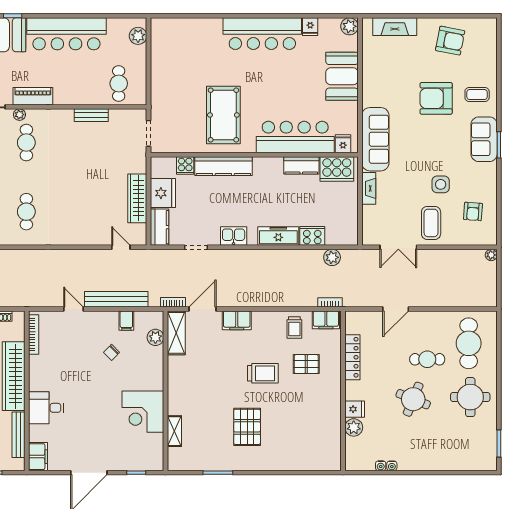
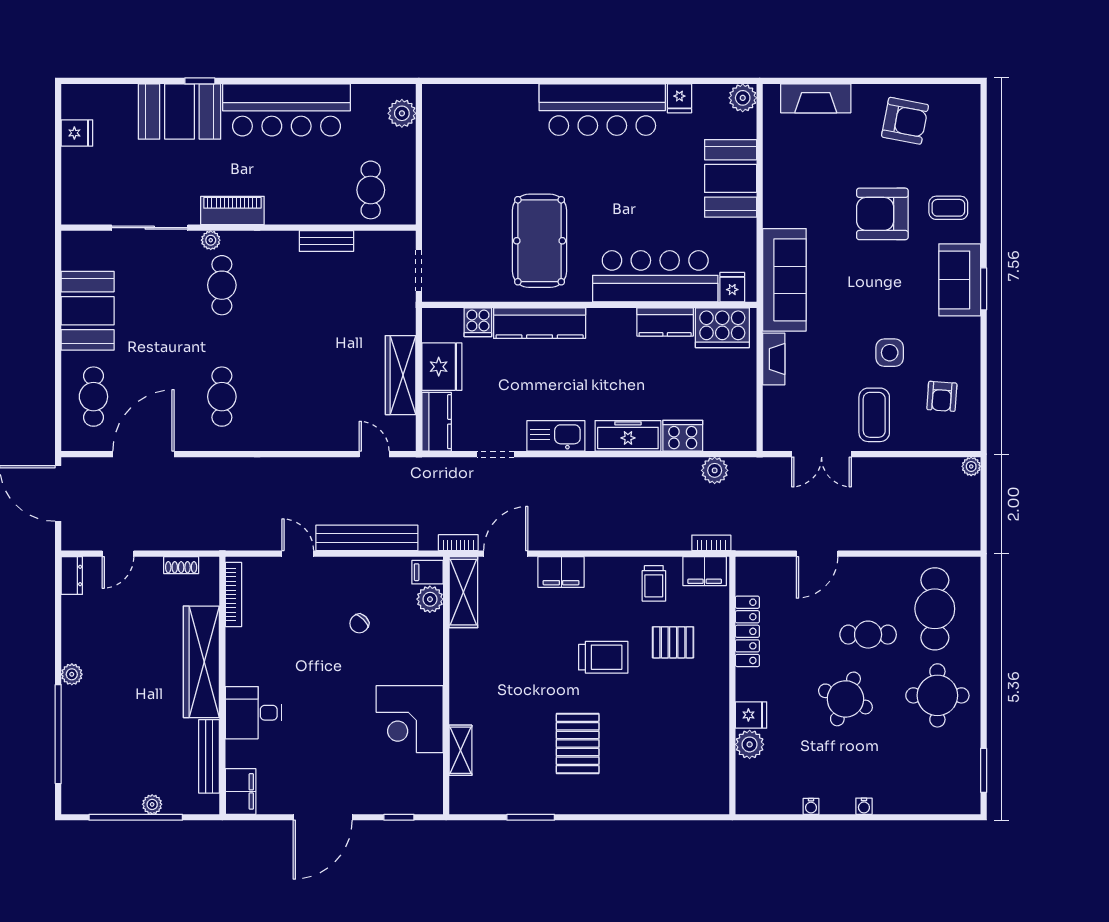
kitchen sink: (234, 236) -> (556, 436), width x1.38
filing cabinet: (126, 321) -> (428, 572), moved, turned 90
water cooler: (381, 466) -> (864, 806), moved

